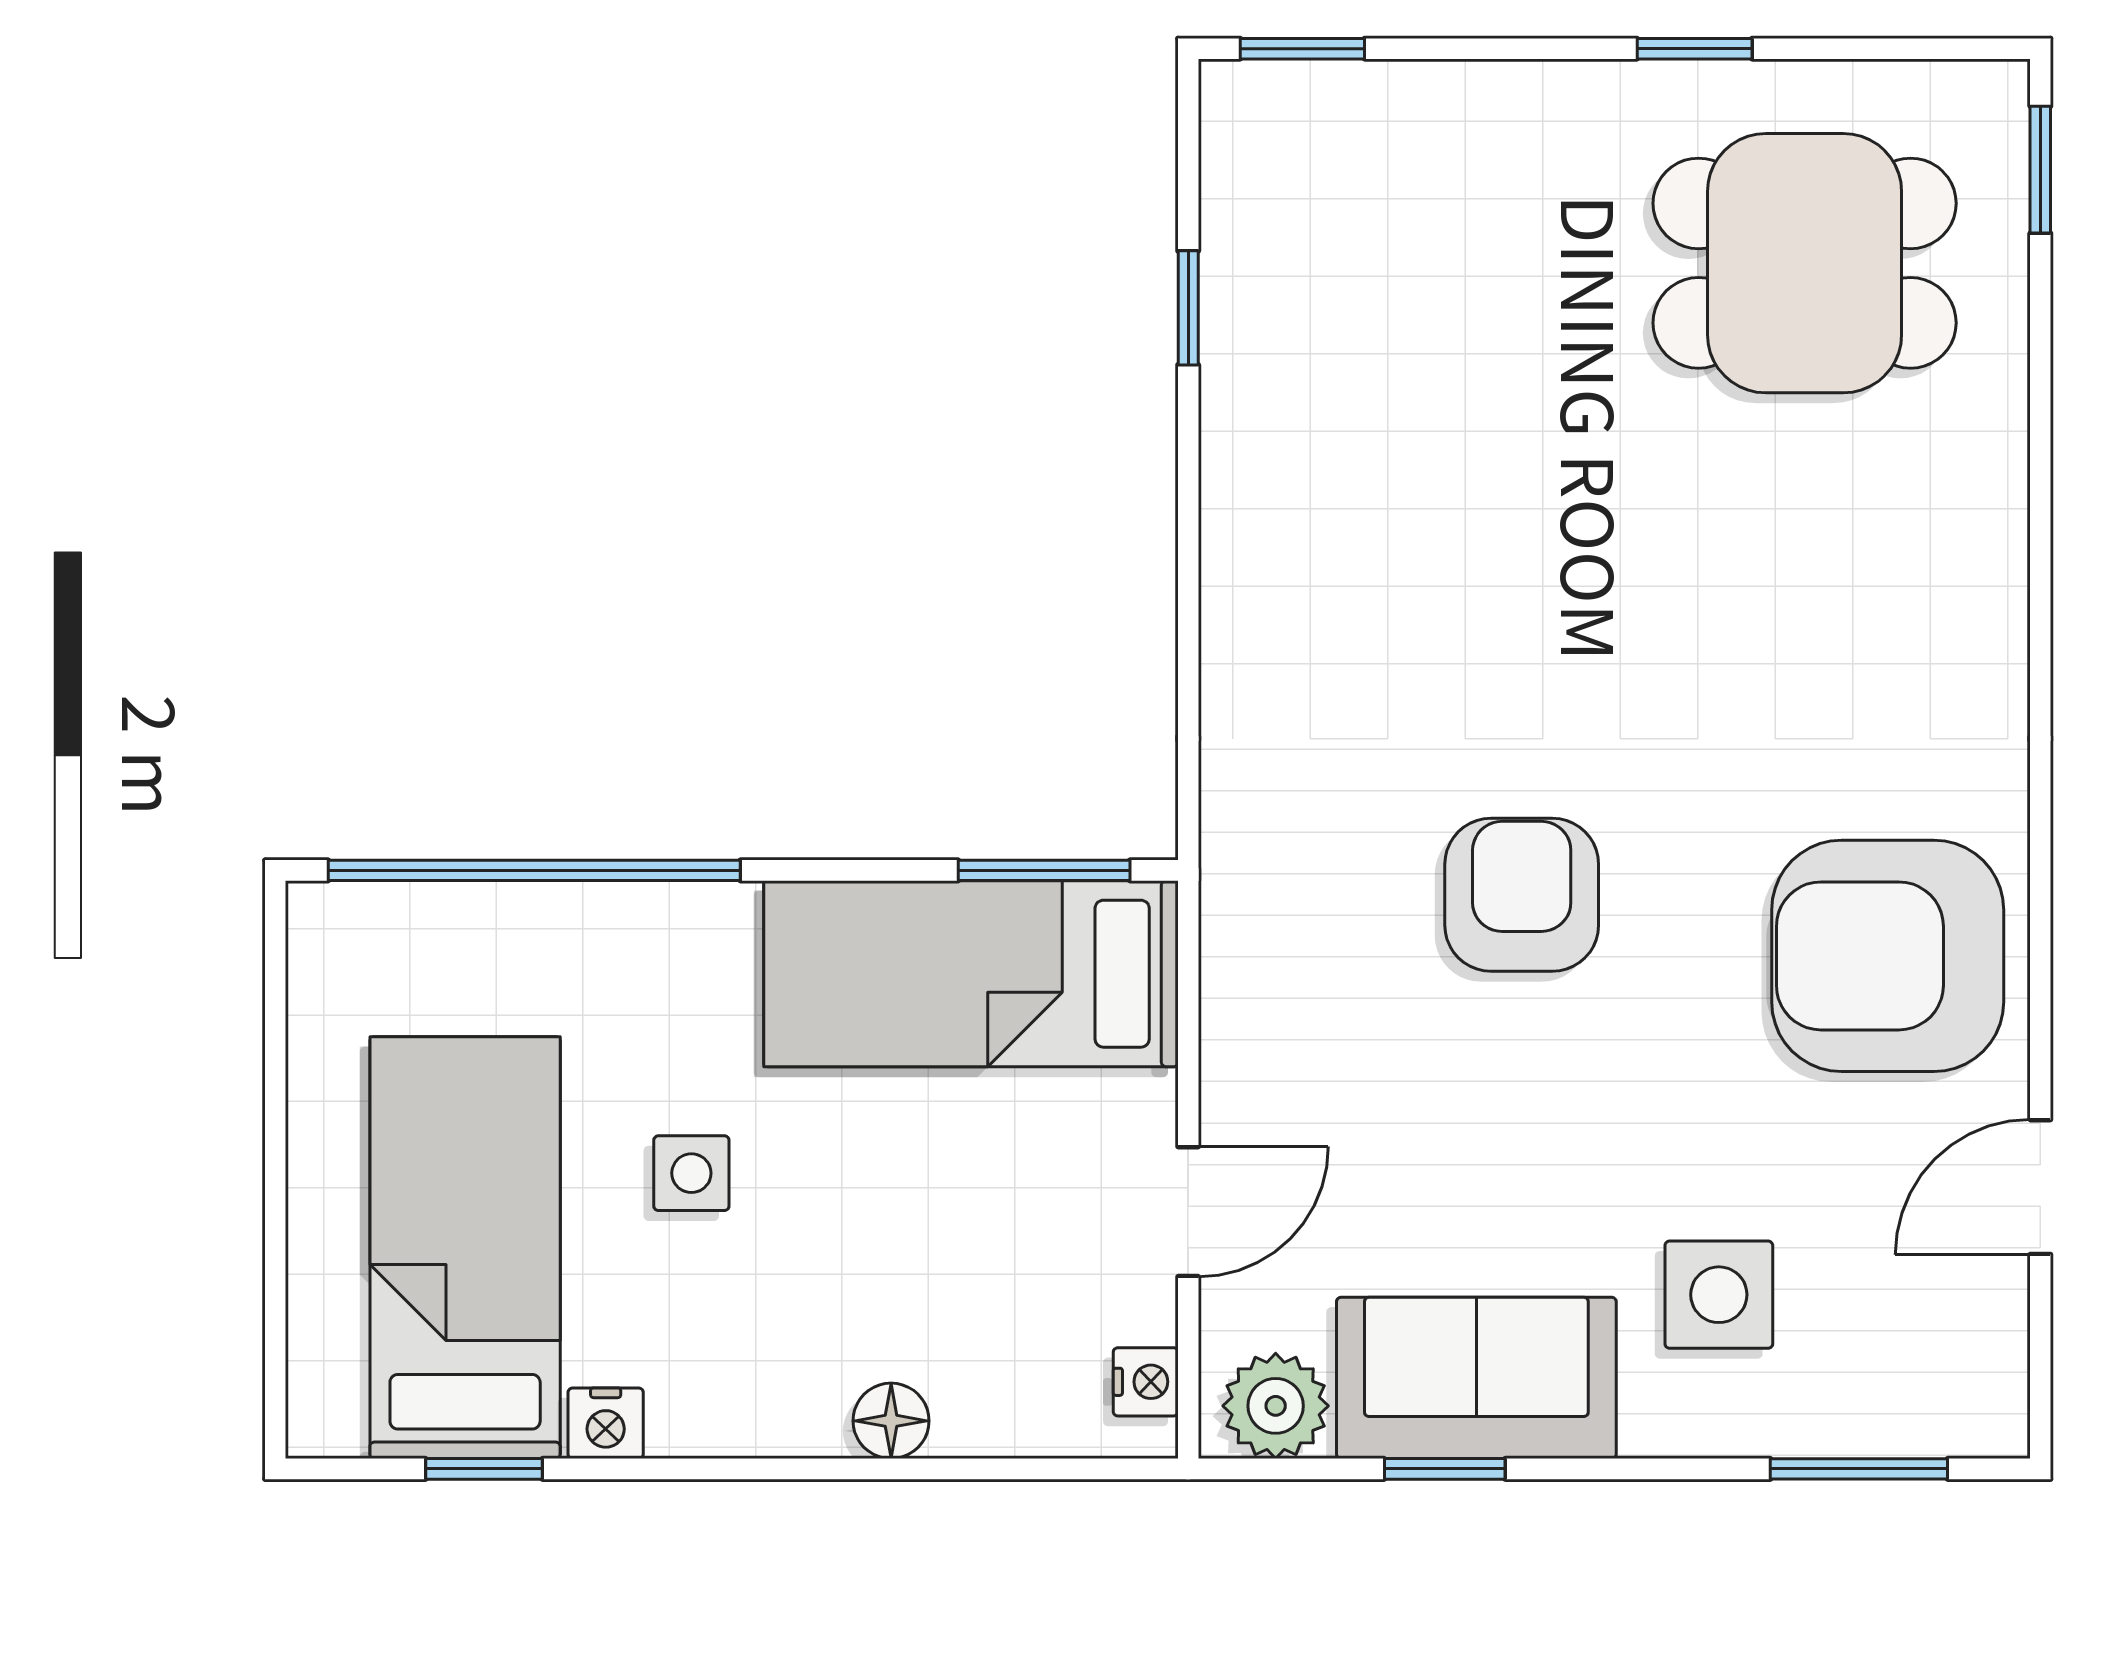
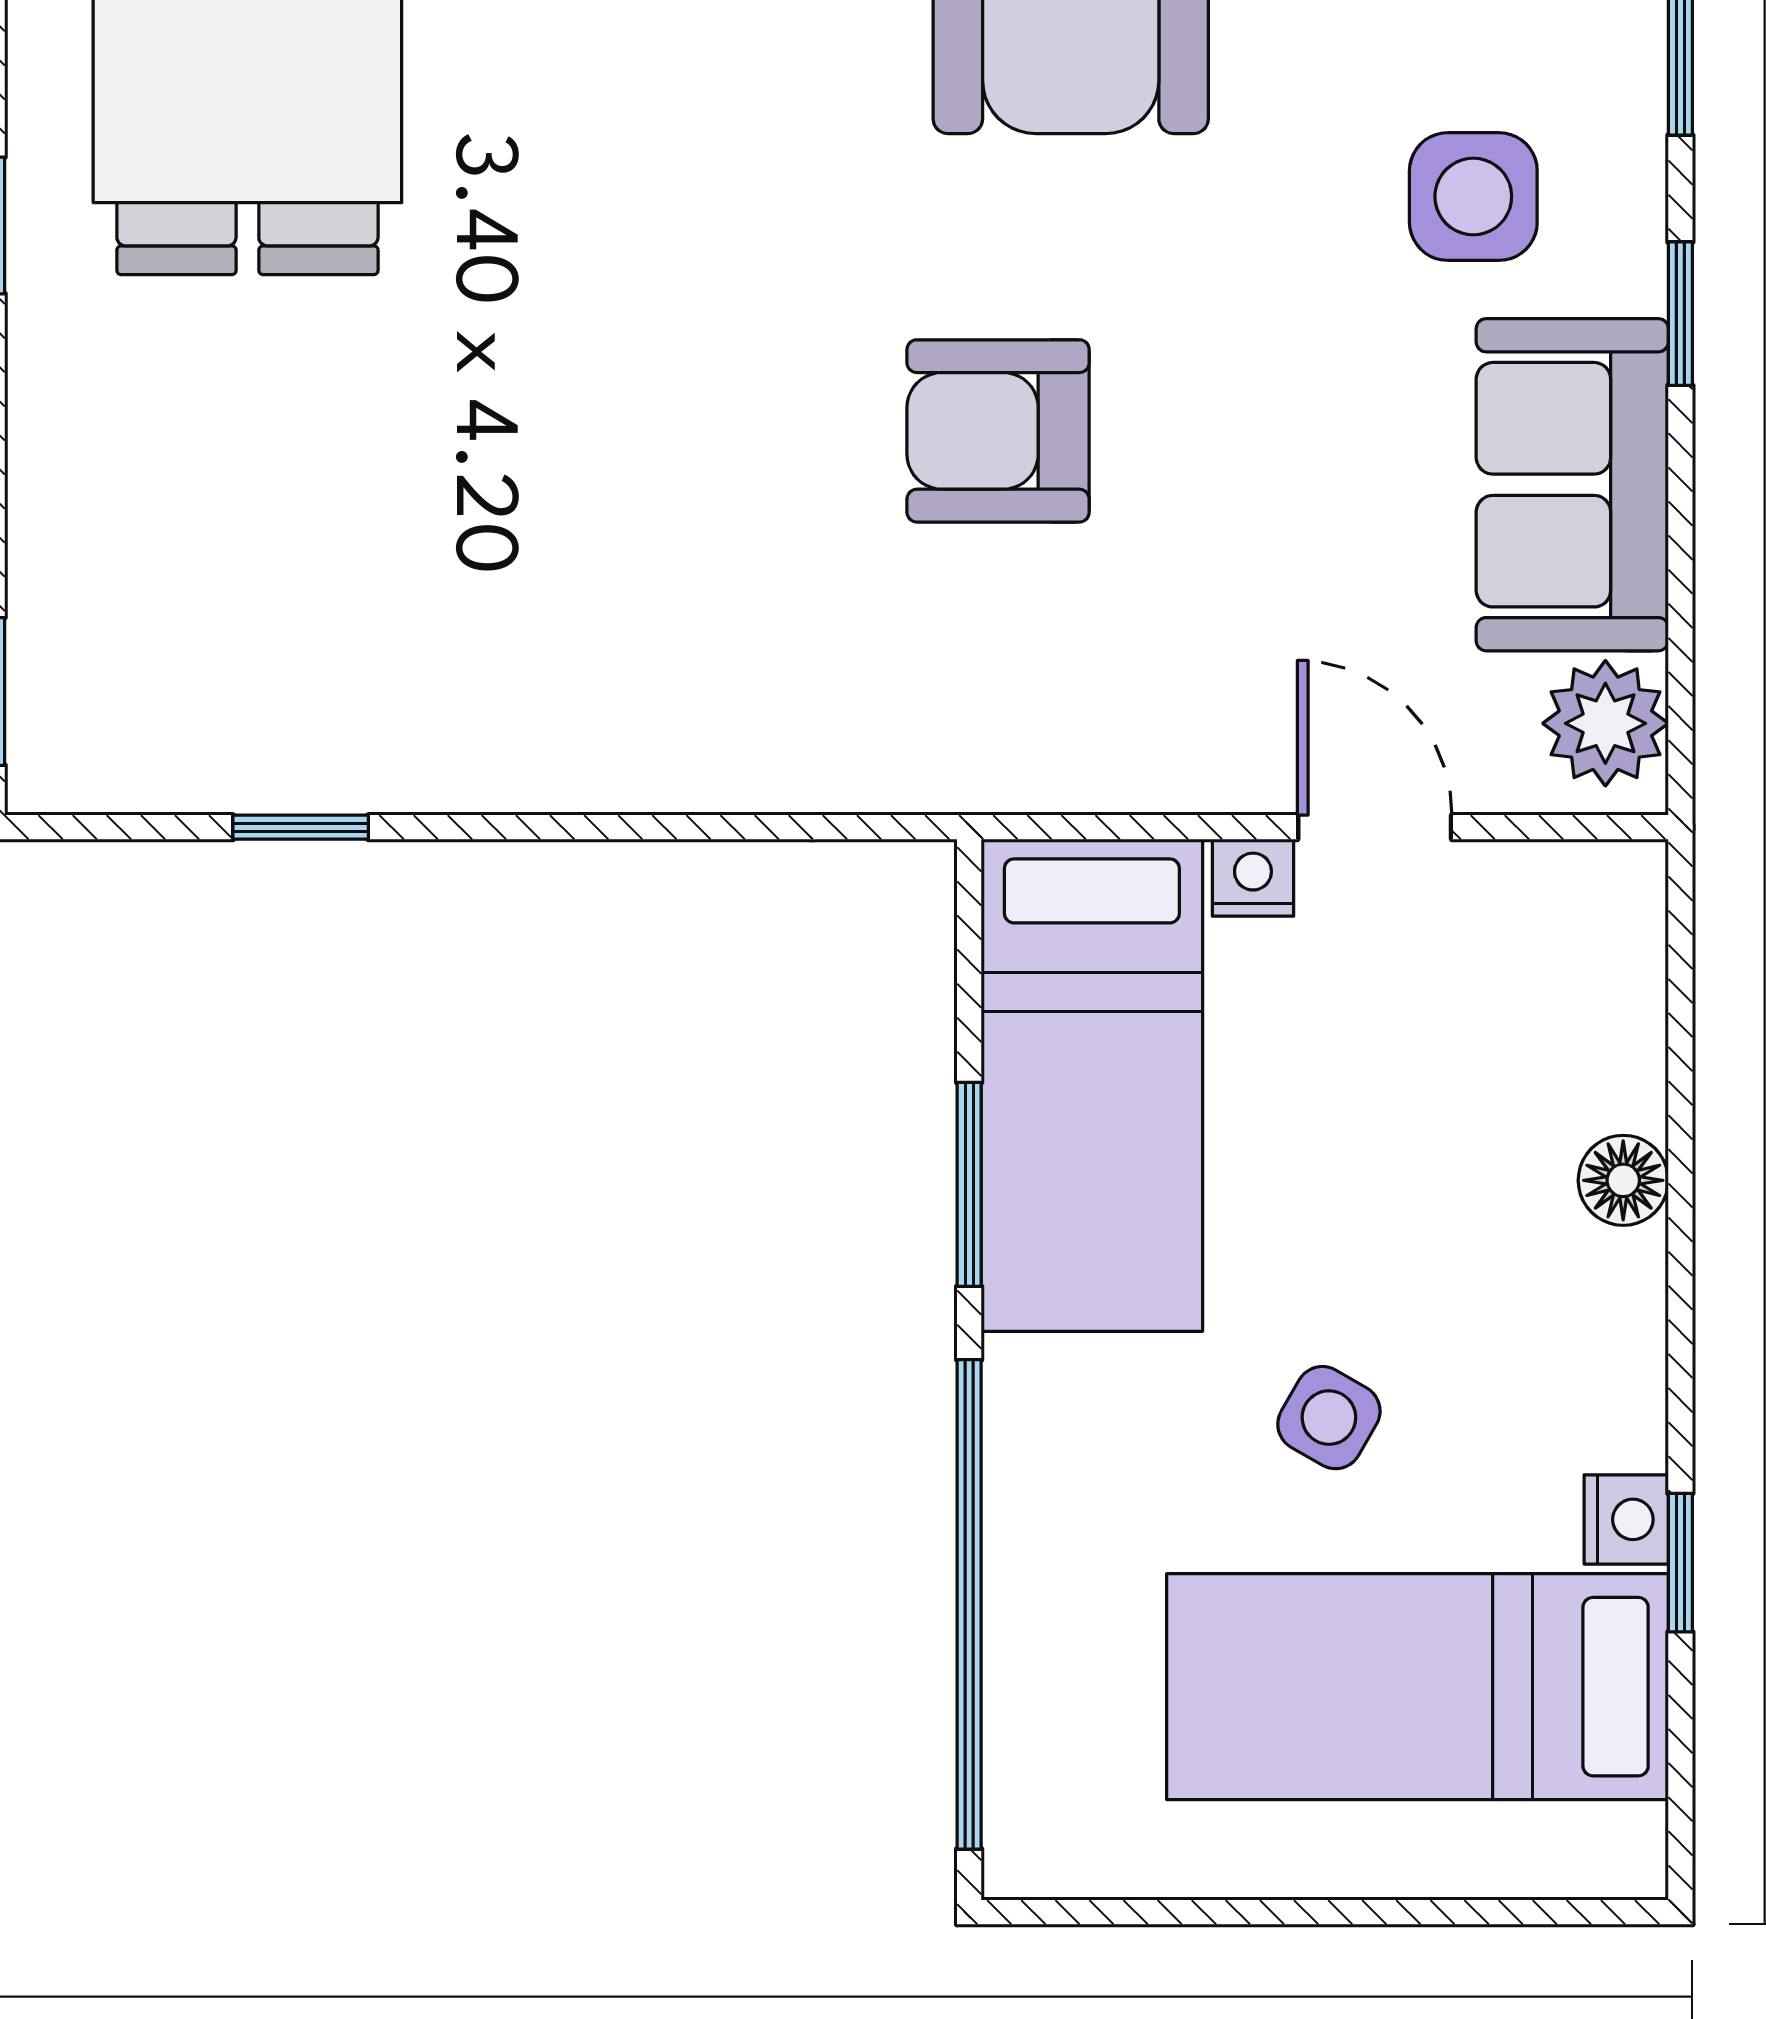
window: (1044, 870) -> (969, 1184), moved
side table: (691, 1173) -> (1329, 1418), turned 30
nightstand: (1146, 1382) -> (1253, 878), moved
window: (484, 1469) -> (1680, 1563), moved
window: (1445, 1469) -> (1680, 314), moved

